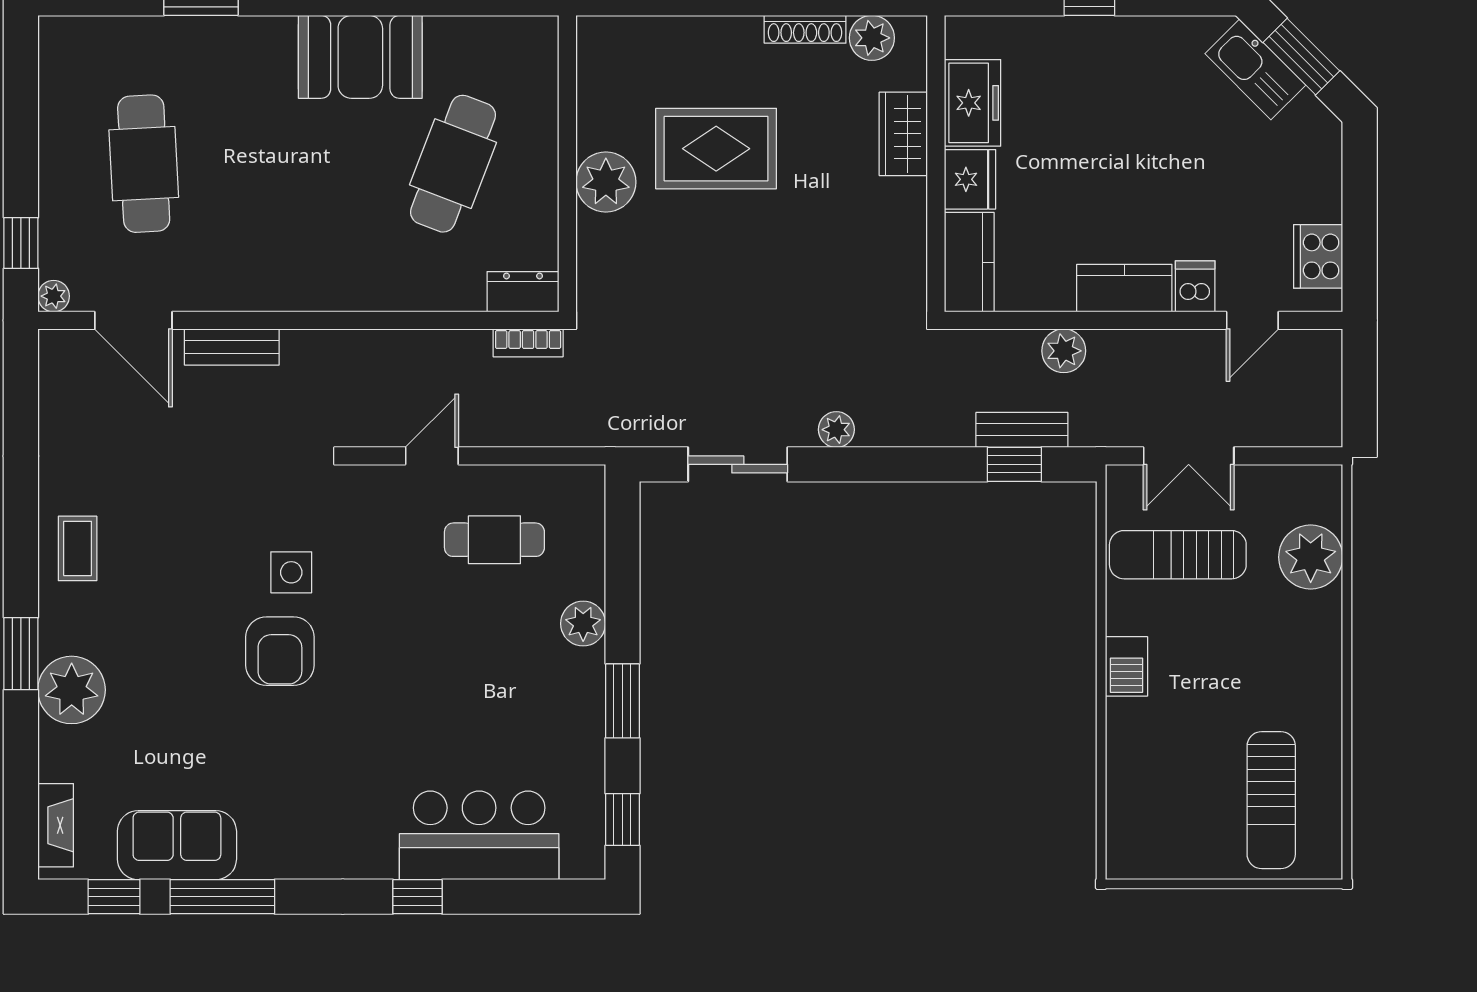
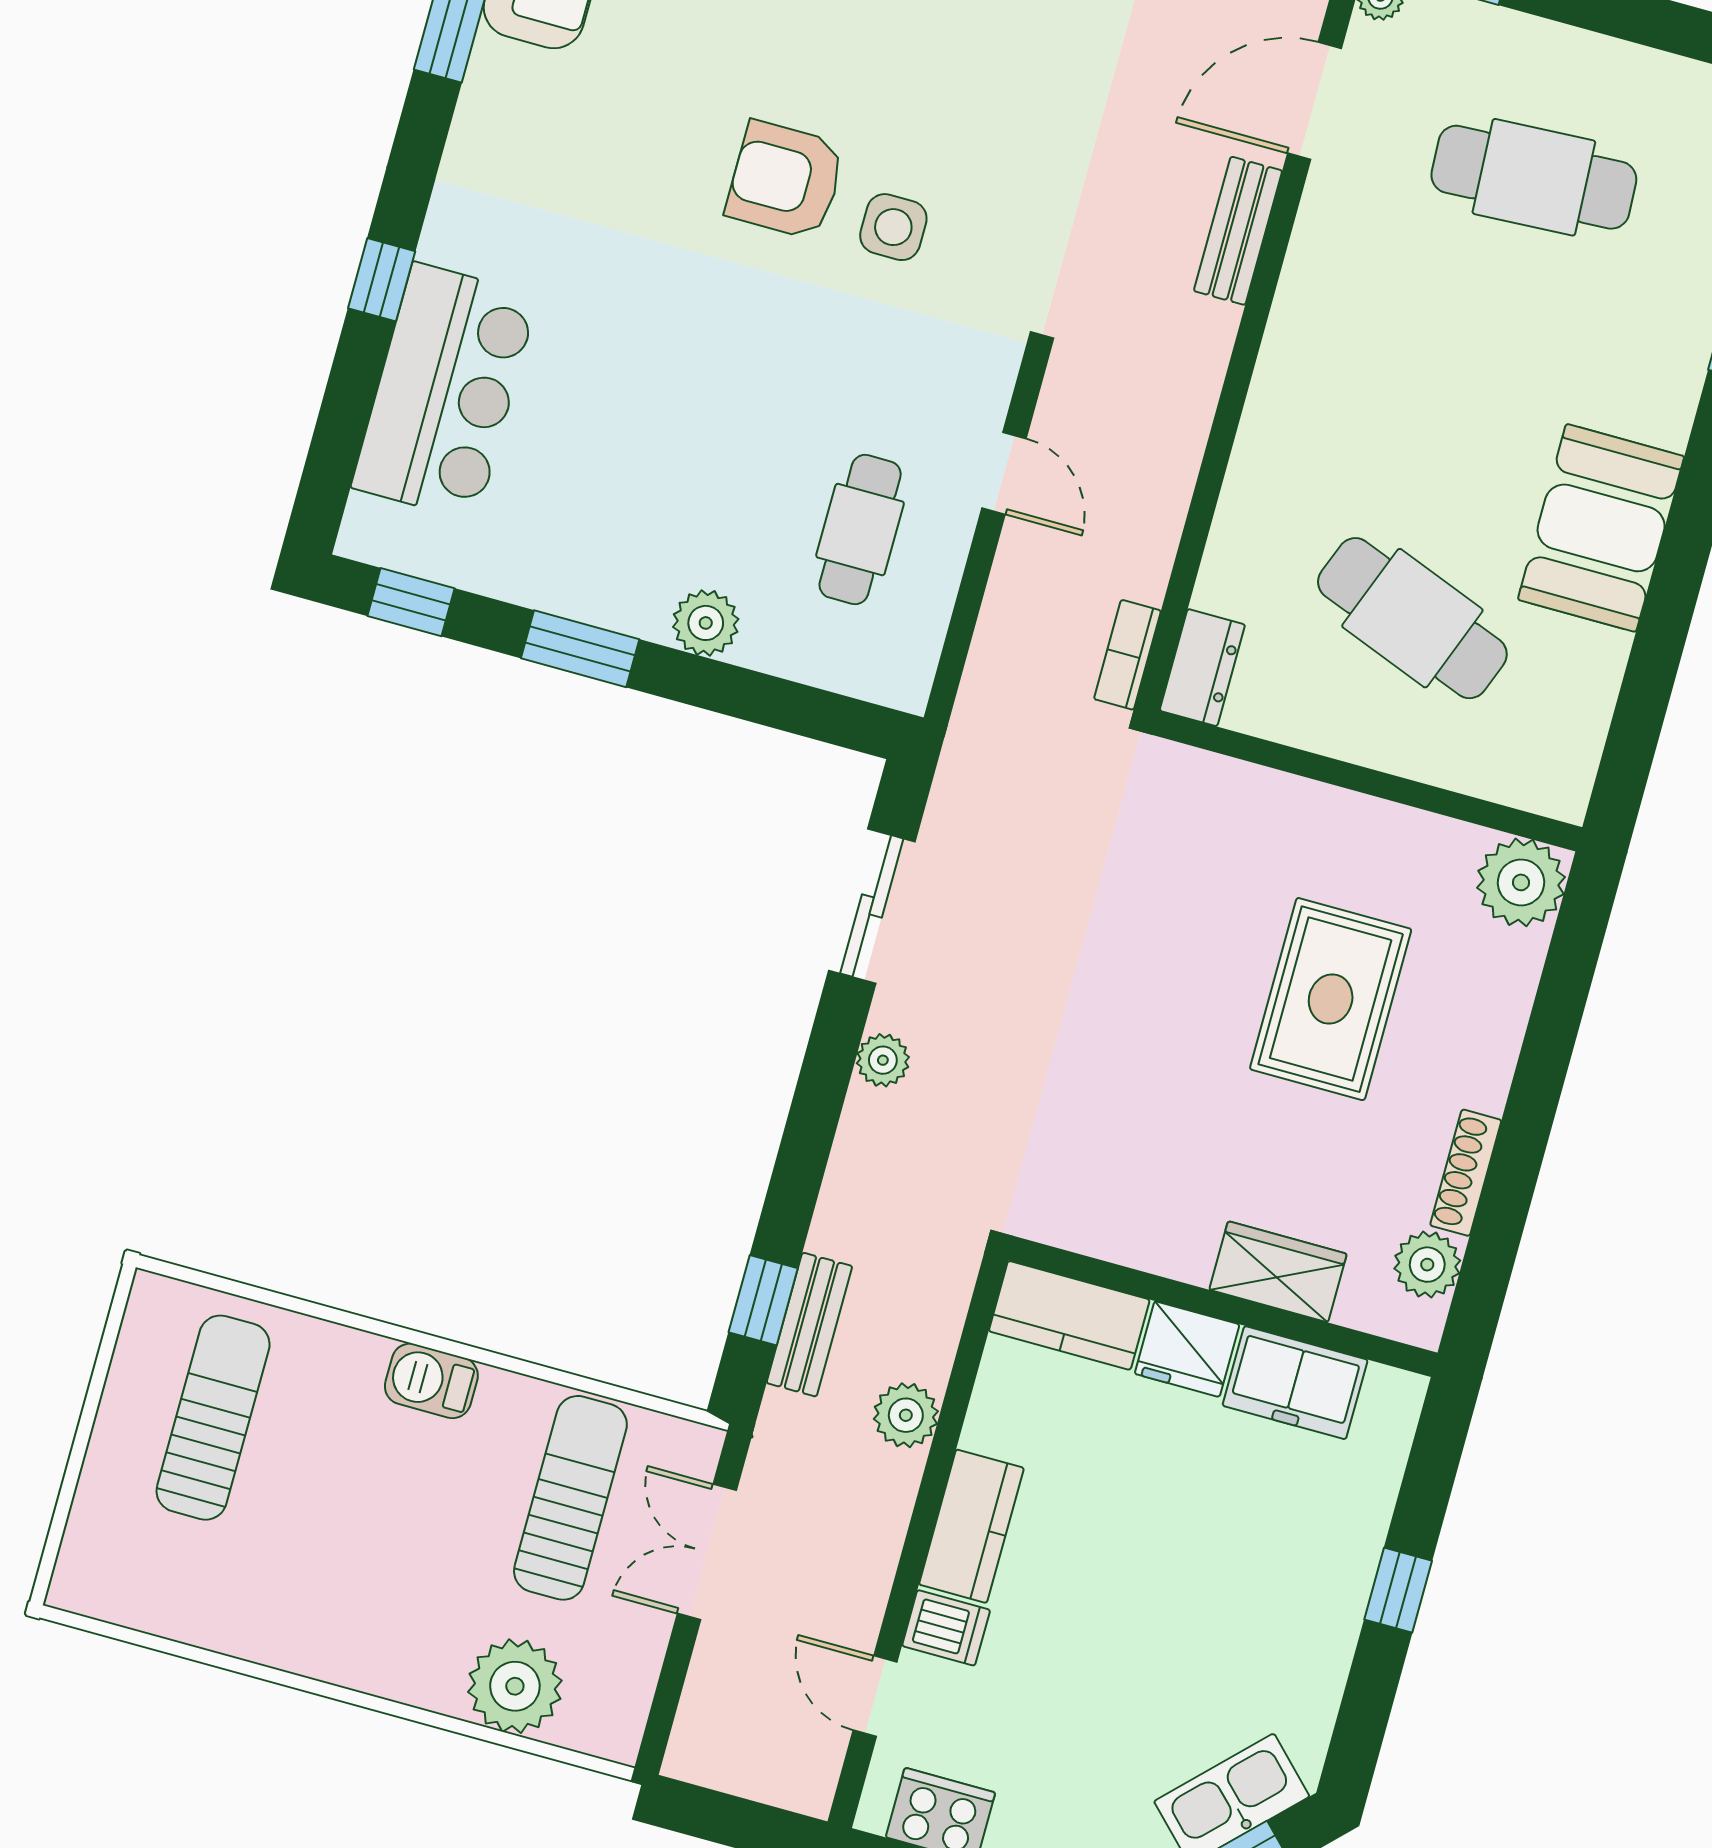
plant: (606, 182) -> (1521, 882), moved
sun lounger: (1271, 800) -> (213, 1418), moved, turned 90

